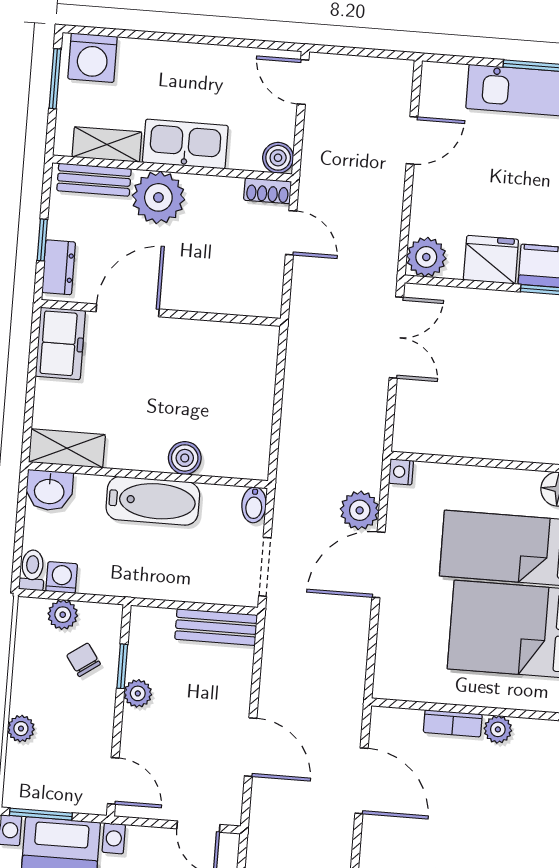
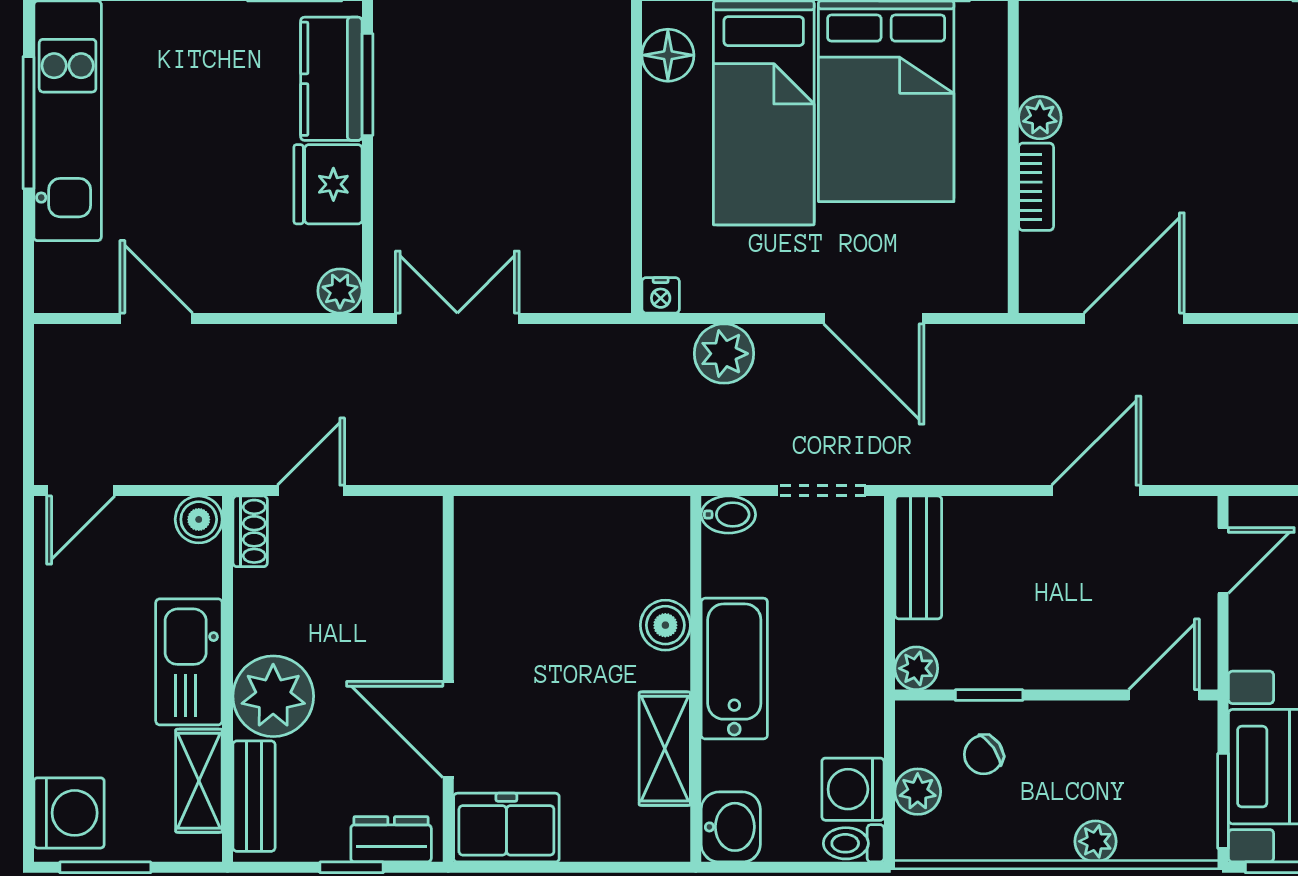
plant: (426, 257) -> (340, 291), width x0.73, depth x0.73
shelving: (67, 448) -> (665, 749), moved
door: (379, 565) -> (874, 318), moved
washing machine: (62, 578) -> (853, 789), width x1.38, depth x1.38
plant: (138, 693) -> (916, 668), moved

